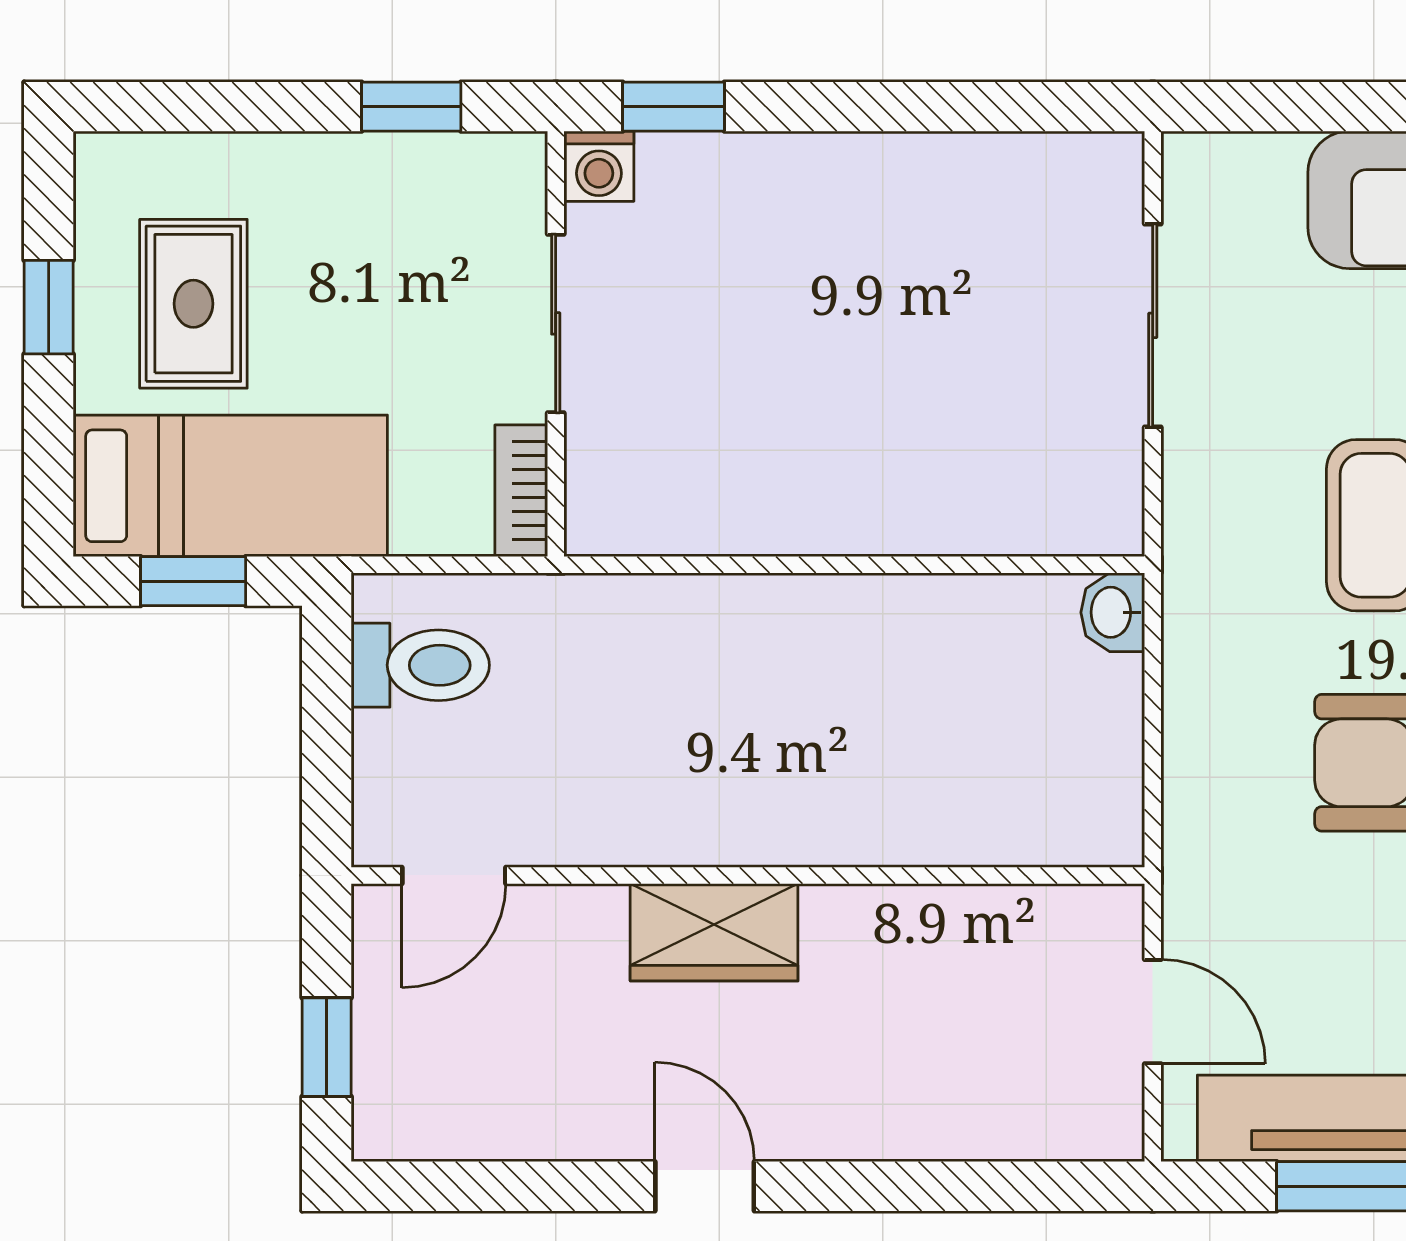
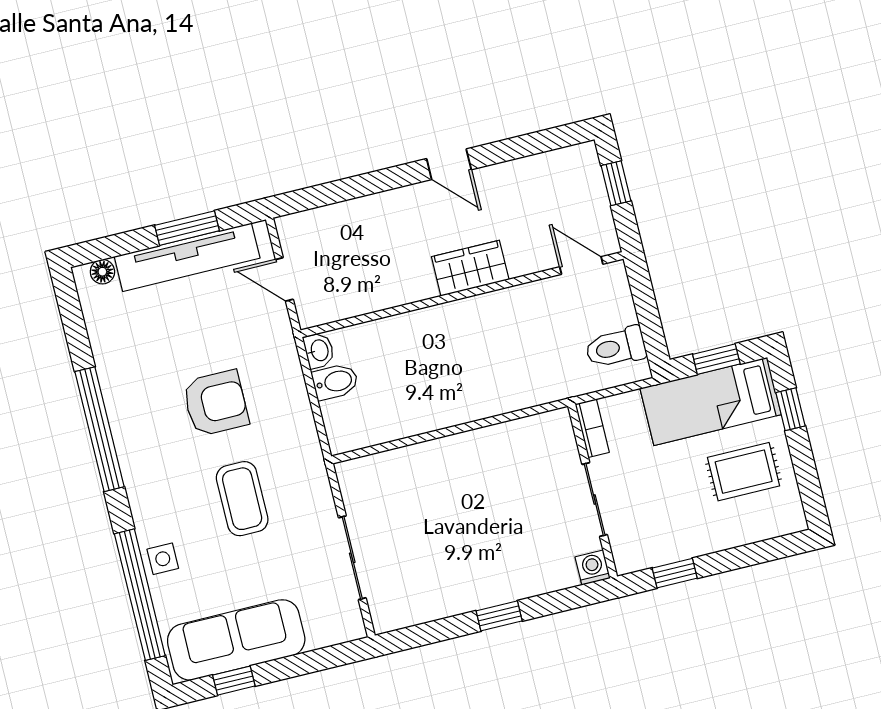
window: (673, 107) -> (499, 616), moved
rug: (193, 304) -> (744, 472), turned 90
window: (49, 307) -> (791, 409), moved
washbasin: (1113, 612) -> (319, 350), moved
bidet: (1093, 745) -> (335, 382), added
door: (454, 875) -> (581, 265), hinge flipped

